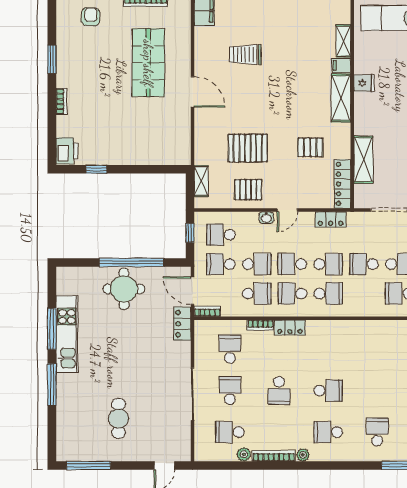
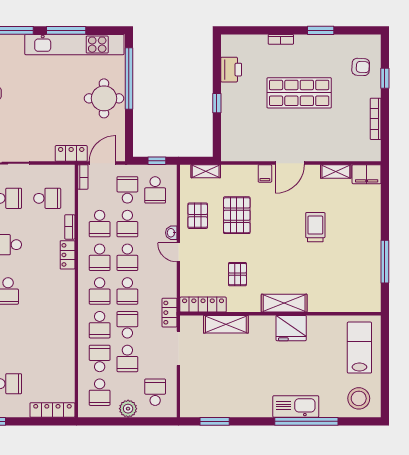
shelving: (343, 41) -> (336, 171), moved
trolley: (245, 55) -> (315, 227), moved
shop shelf: (148, 63) -> (299, 93), moved
filing cabinet: (341, 66) -> (265, 173), moved, turned 180
fridge: (364, 83) -> (291, 328), width x1.88, depth x1.34
printer: (67, 151) -> (231, 70), moved, turned -90
window: (96, 169) -> (217, 103), moved
locker: (331, 219) -> (170, 313), moved
school desk: (221, 235) -> (155, 190), turned 180
window: (132, 262) -> (129, 78), moved
school desk: (292, 264) -> (127, 257), turned 180
school desk: (292, 294) -> (100, 257), turned 180
school desk: (364, 294) -> (100, 325), added
kitchen unit: (67, 334) -> (74, 45), width x1.36

